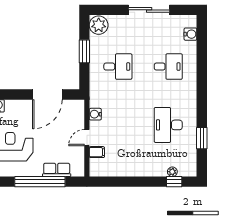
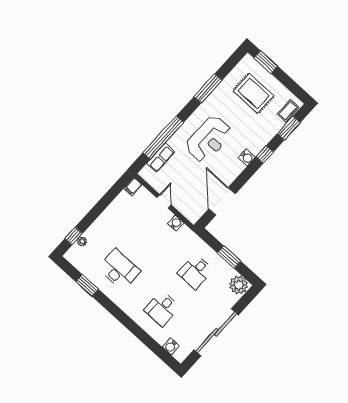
sliding door: (149, 10) -> (216, 332), width x1.36
filing cabinet: (97, 152) -> (133, 187), moved

